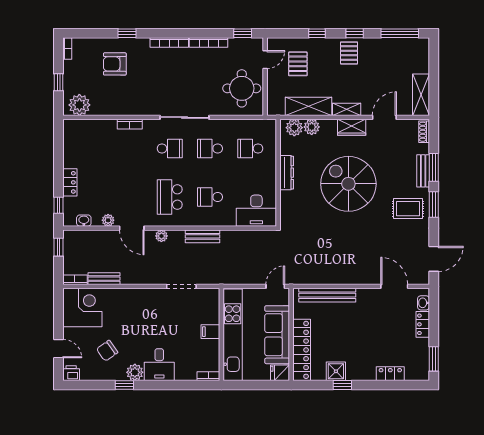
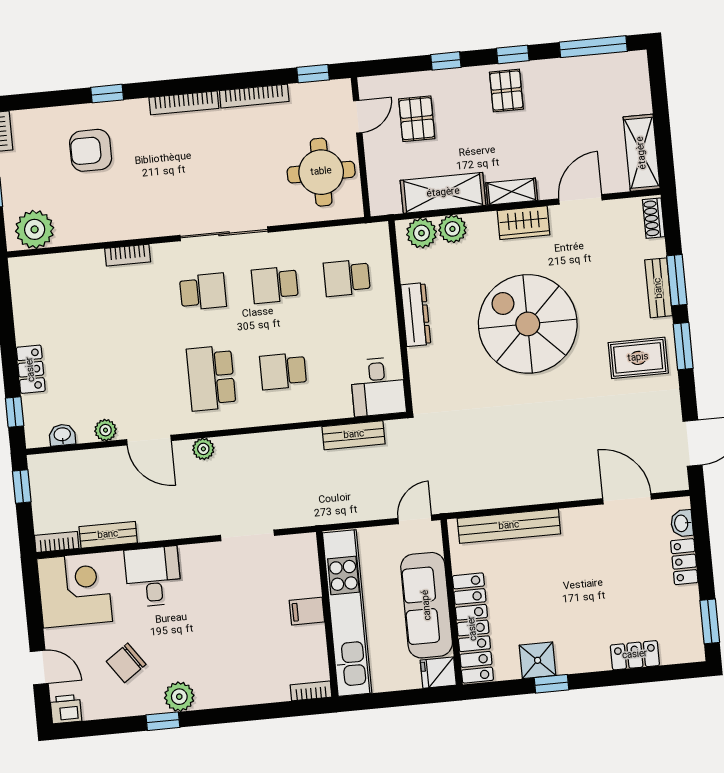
desk: (256, 211) -> (378, 387), width x0.73
bench: (202, 236) -> (354, 435), moved
desk: (159, 365) -> (153, 577), moved, turned 180

